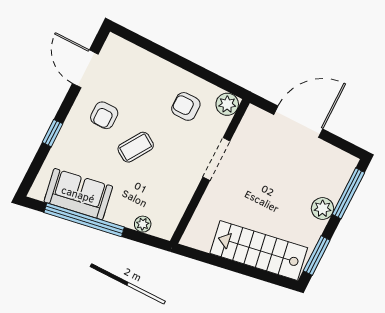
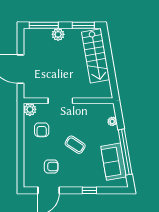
armchair: (104, 115) -> (51, 167), moved

